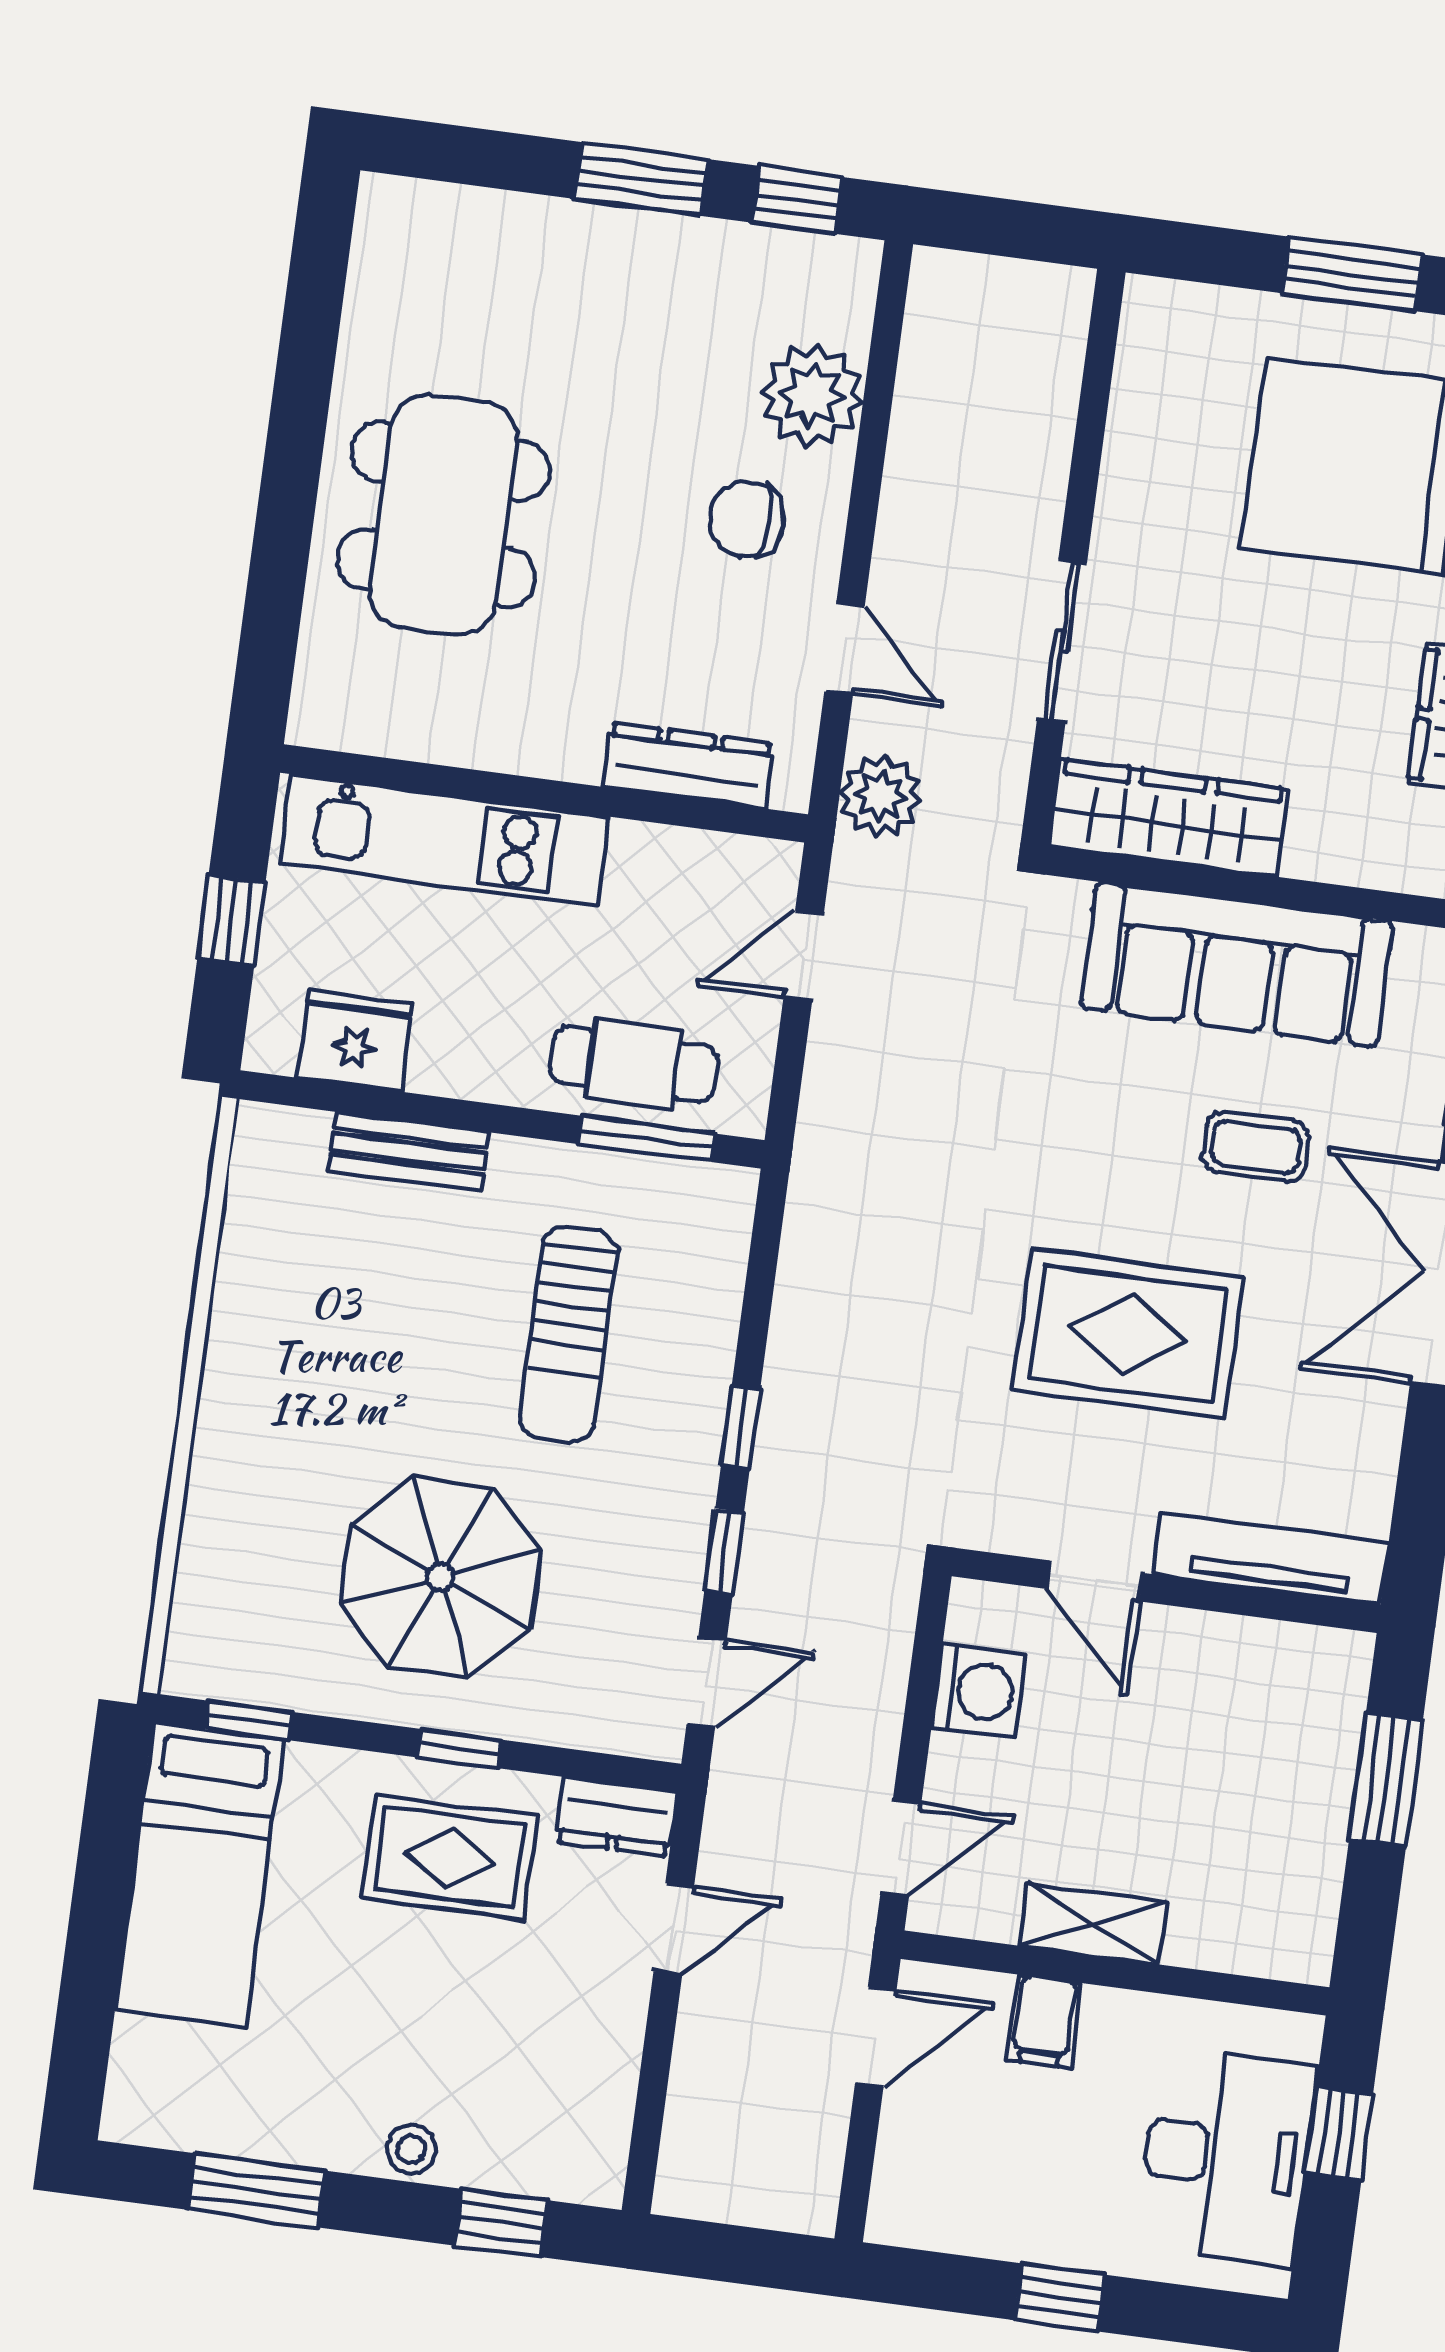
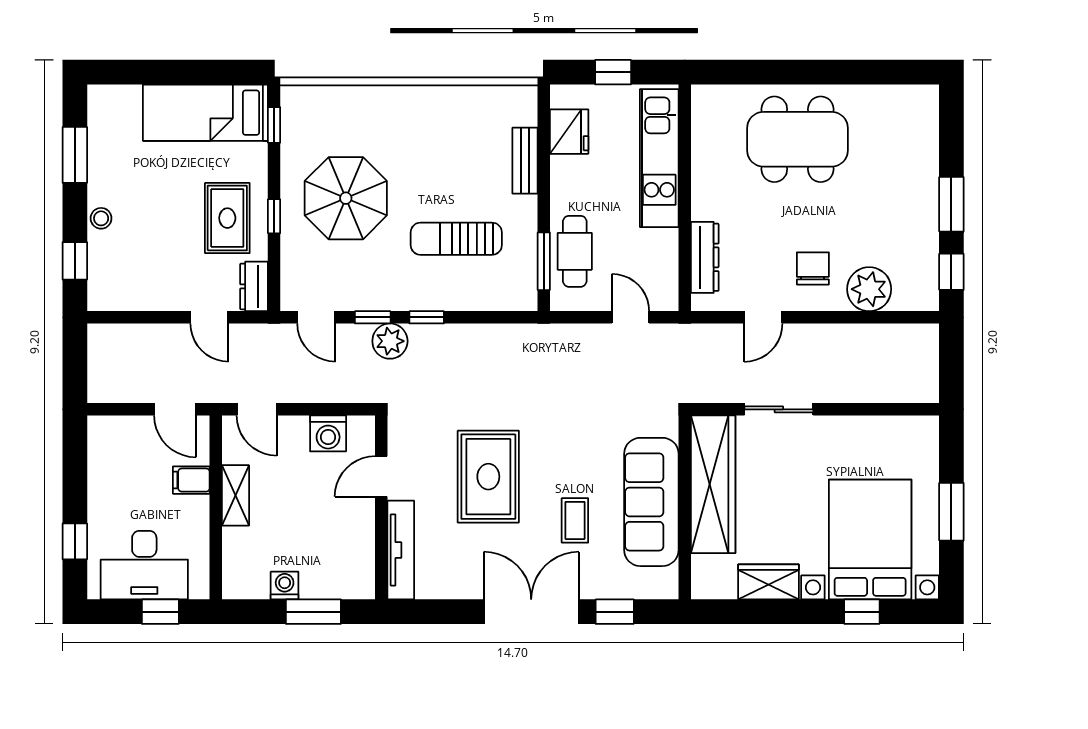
plant: (881, 796) -> (390, 341), moved
wardrobe: (1168, 818) -> (713, 484), width x1.40, depth x1.17
washing machine: (1317, 1838) -> (285, 586), added
window: (1059, 2297) -> (75, 541), moved

